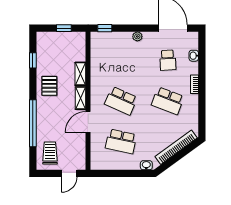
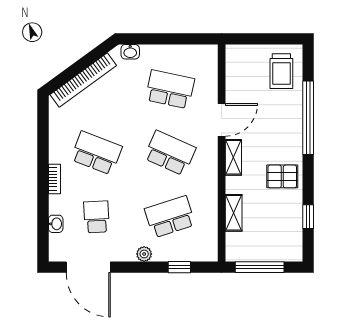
window: (64, 28) -> (260, 267), width x2.17
window: (105, 28) -> (179, 267), moved
school desk: (121, 60) -> (170, 217), added
shelving: (80, 74) -> (234, 213), moved
pallet: (49, 86) -> (282, 176), turned 90
door: (69, 173) -> (251, 39), removed

